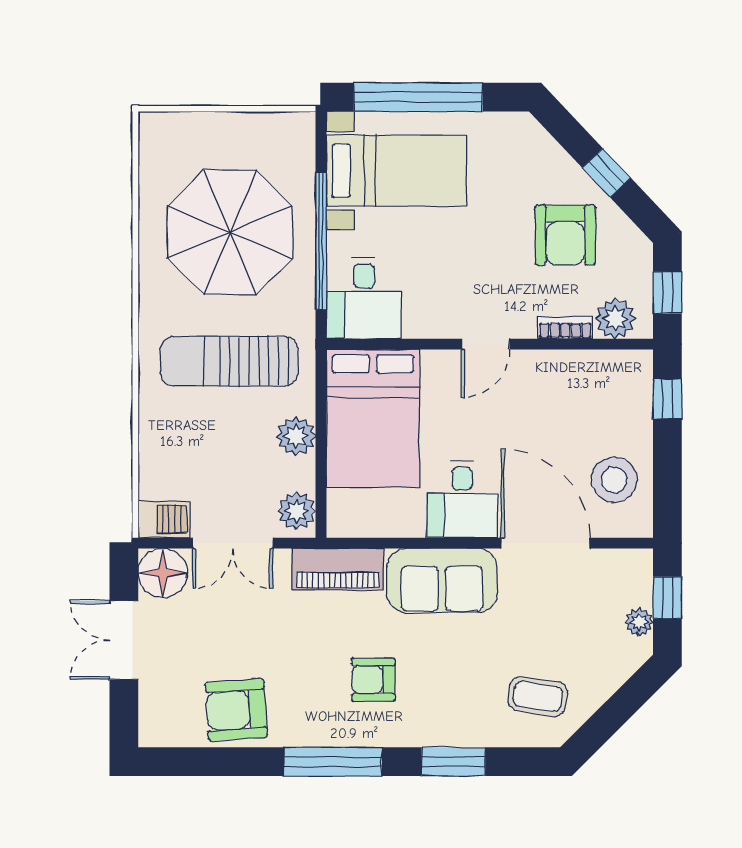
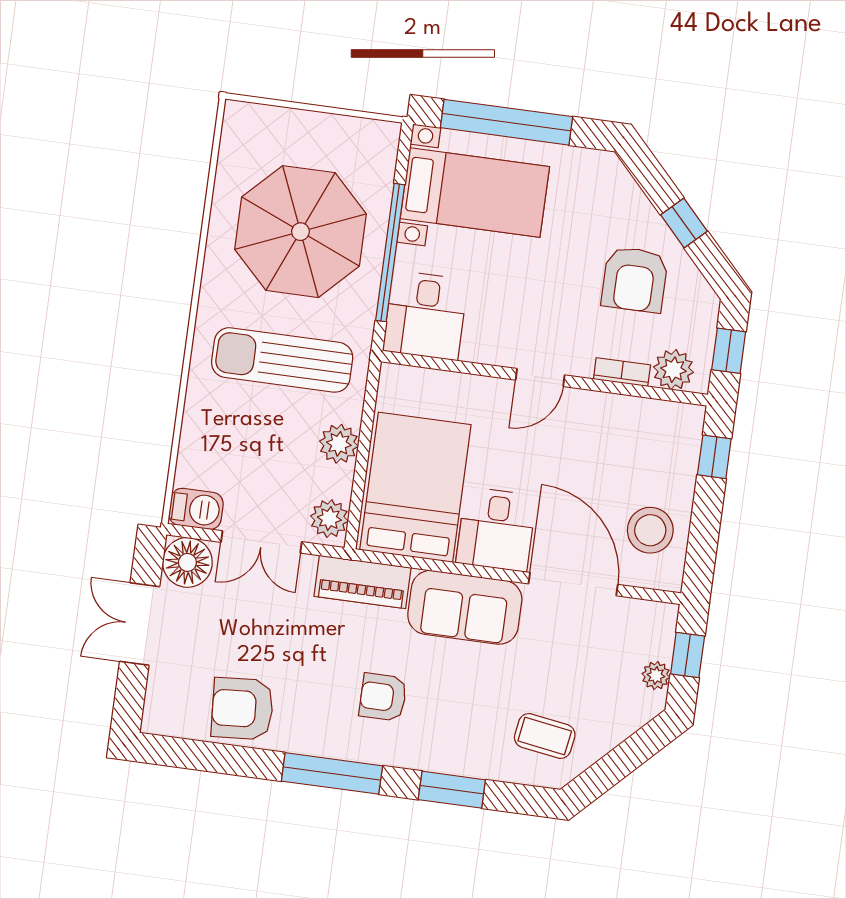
bed: (373, 418) -> (415, 487), moved, turned 180

